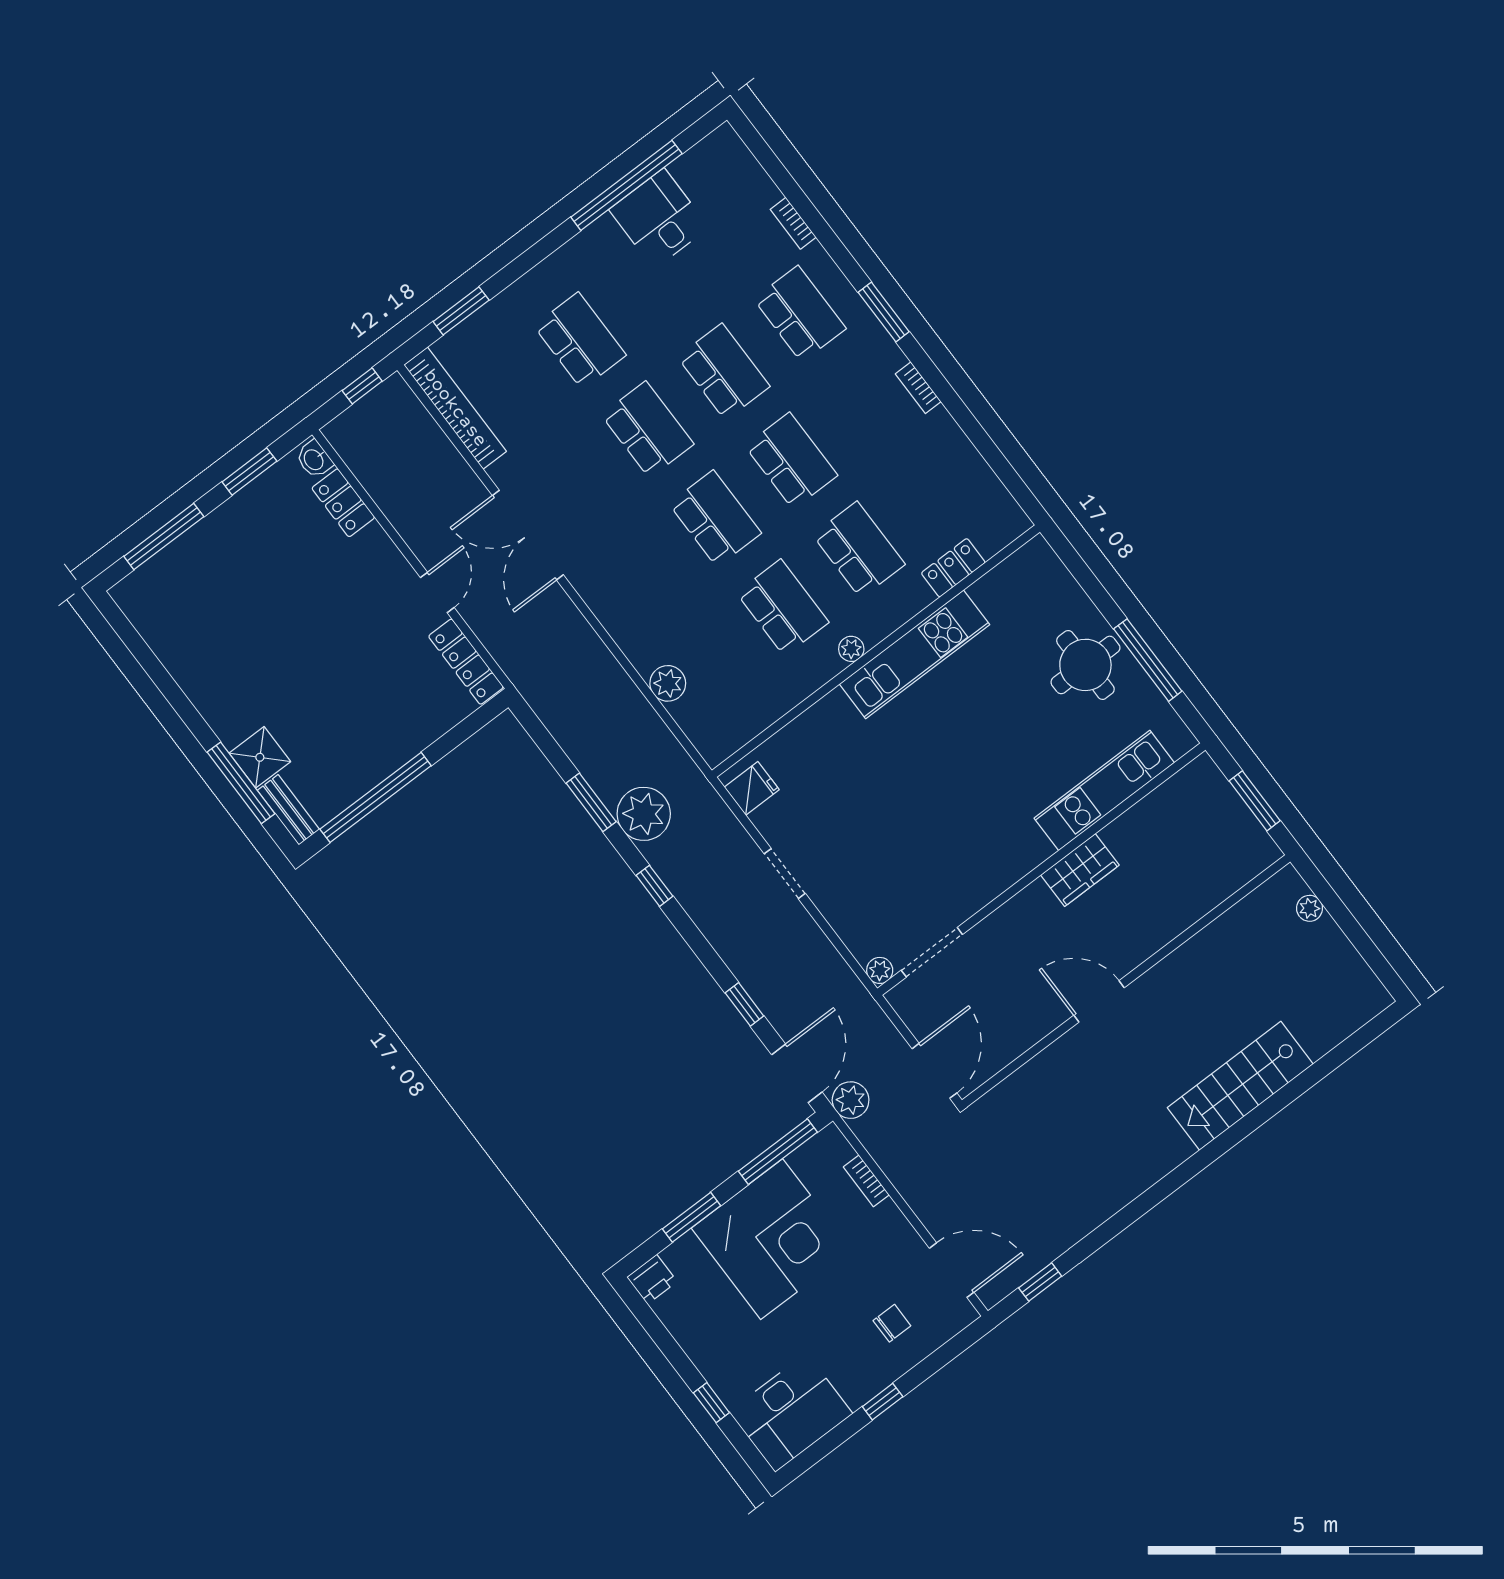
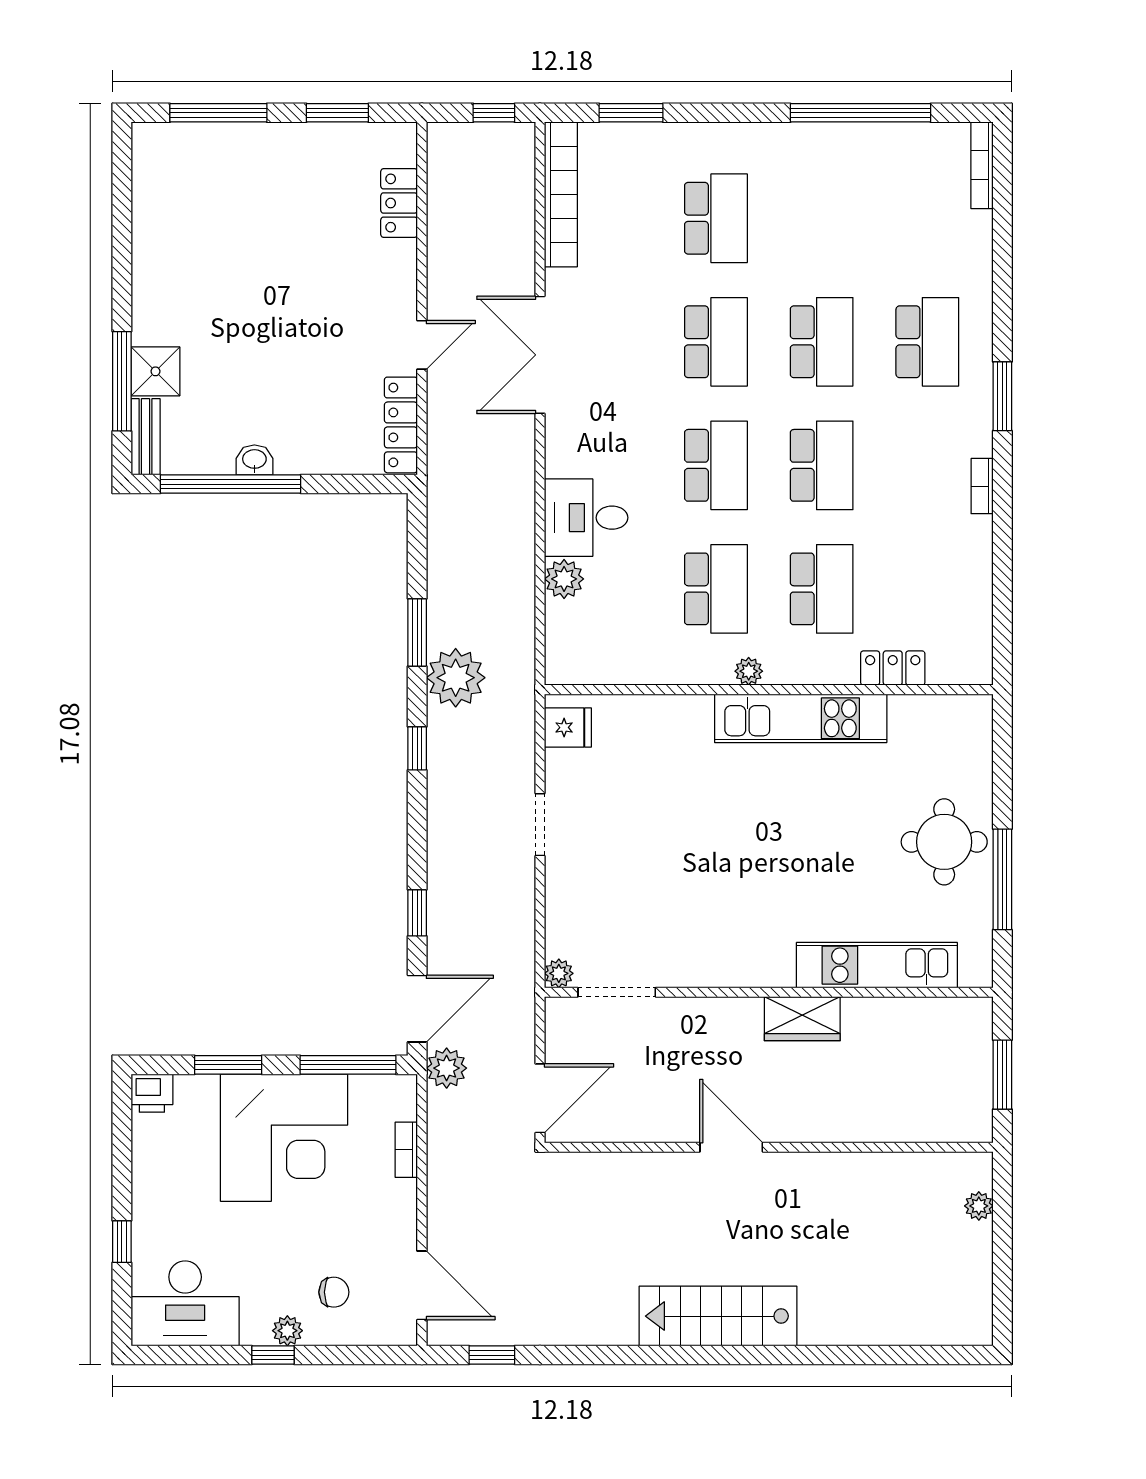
desk: (659, 219) -> (586, 518), moved, turned -90
bookcase: (793, 223) -> (982, 165), moved, width x1.56
washbasin: (314, 459) -> (254, 460), moved, turned 90
stairs: (1240, 1086) -> (718, 1316), moved
plant: (880, 1376) -> (287, 1331), added

